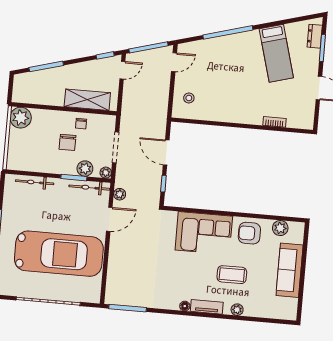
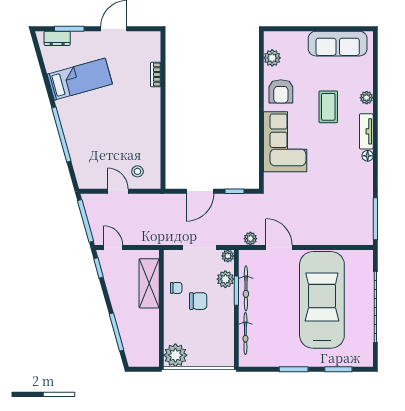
door: (174, 62) -> (118, 191), moved
bicycle: (89, 188) -> (246, 288), moved
sofa: (290, 270) -> (338, 44), moved

